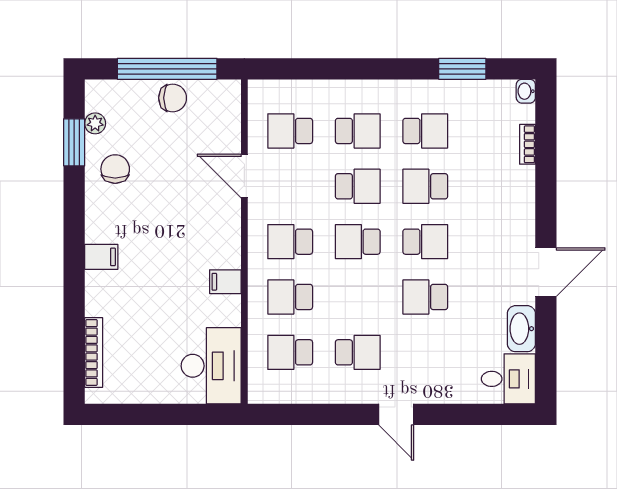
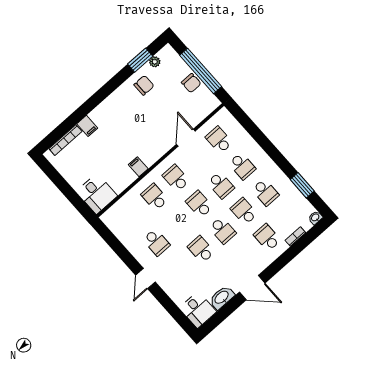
filing cabinet: (101, 257) -> (87, 126), moved
school desk: (290, 352) -> (267, 238), moved
desk: (211, 366) -> (97, 194), width x0.73

